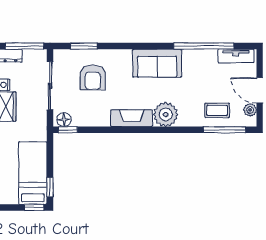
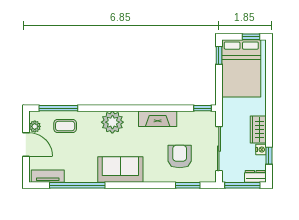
fireplace: (132, 118) -> (158, 119), moved
floor lamp: (64, 120) -> (206, 117), removed
bed: (33, 173) -> (241, 68), width x1.50
window: (34, 207) -> (251, 37), moved

